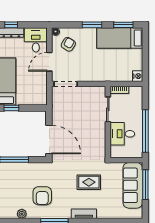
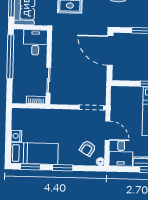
door: (49, 62) -> (107, 131), hinge flipped
nightstand: (138, 76) -> (16, 136), moved
desk: (122, 134) -> (35, 42), moved, turned -90

